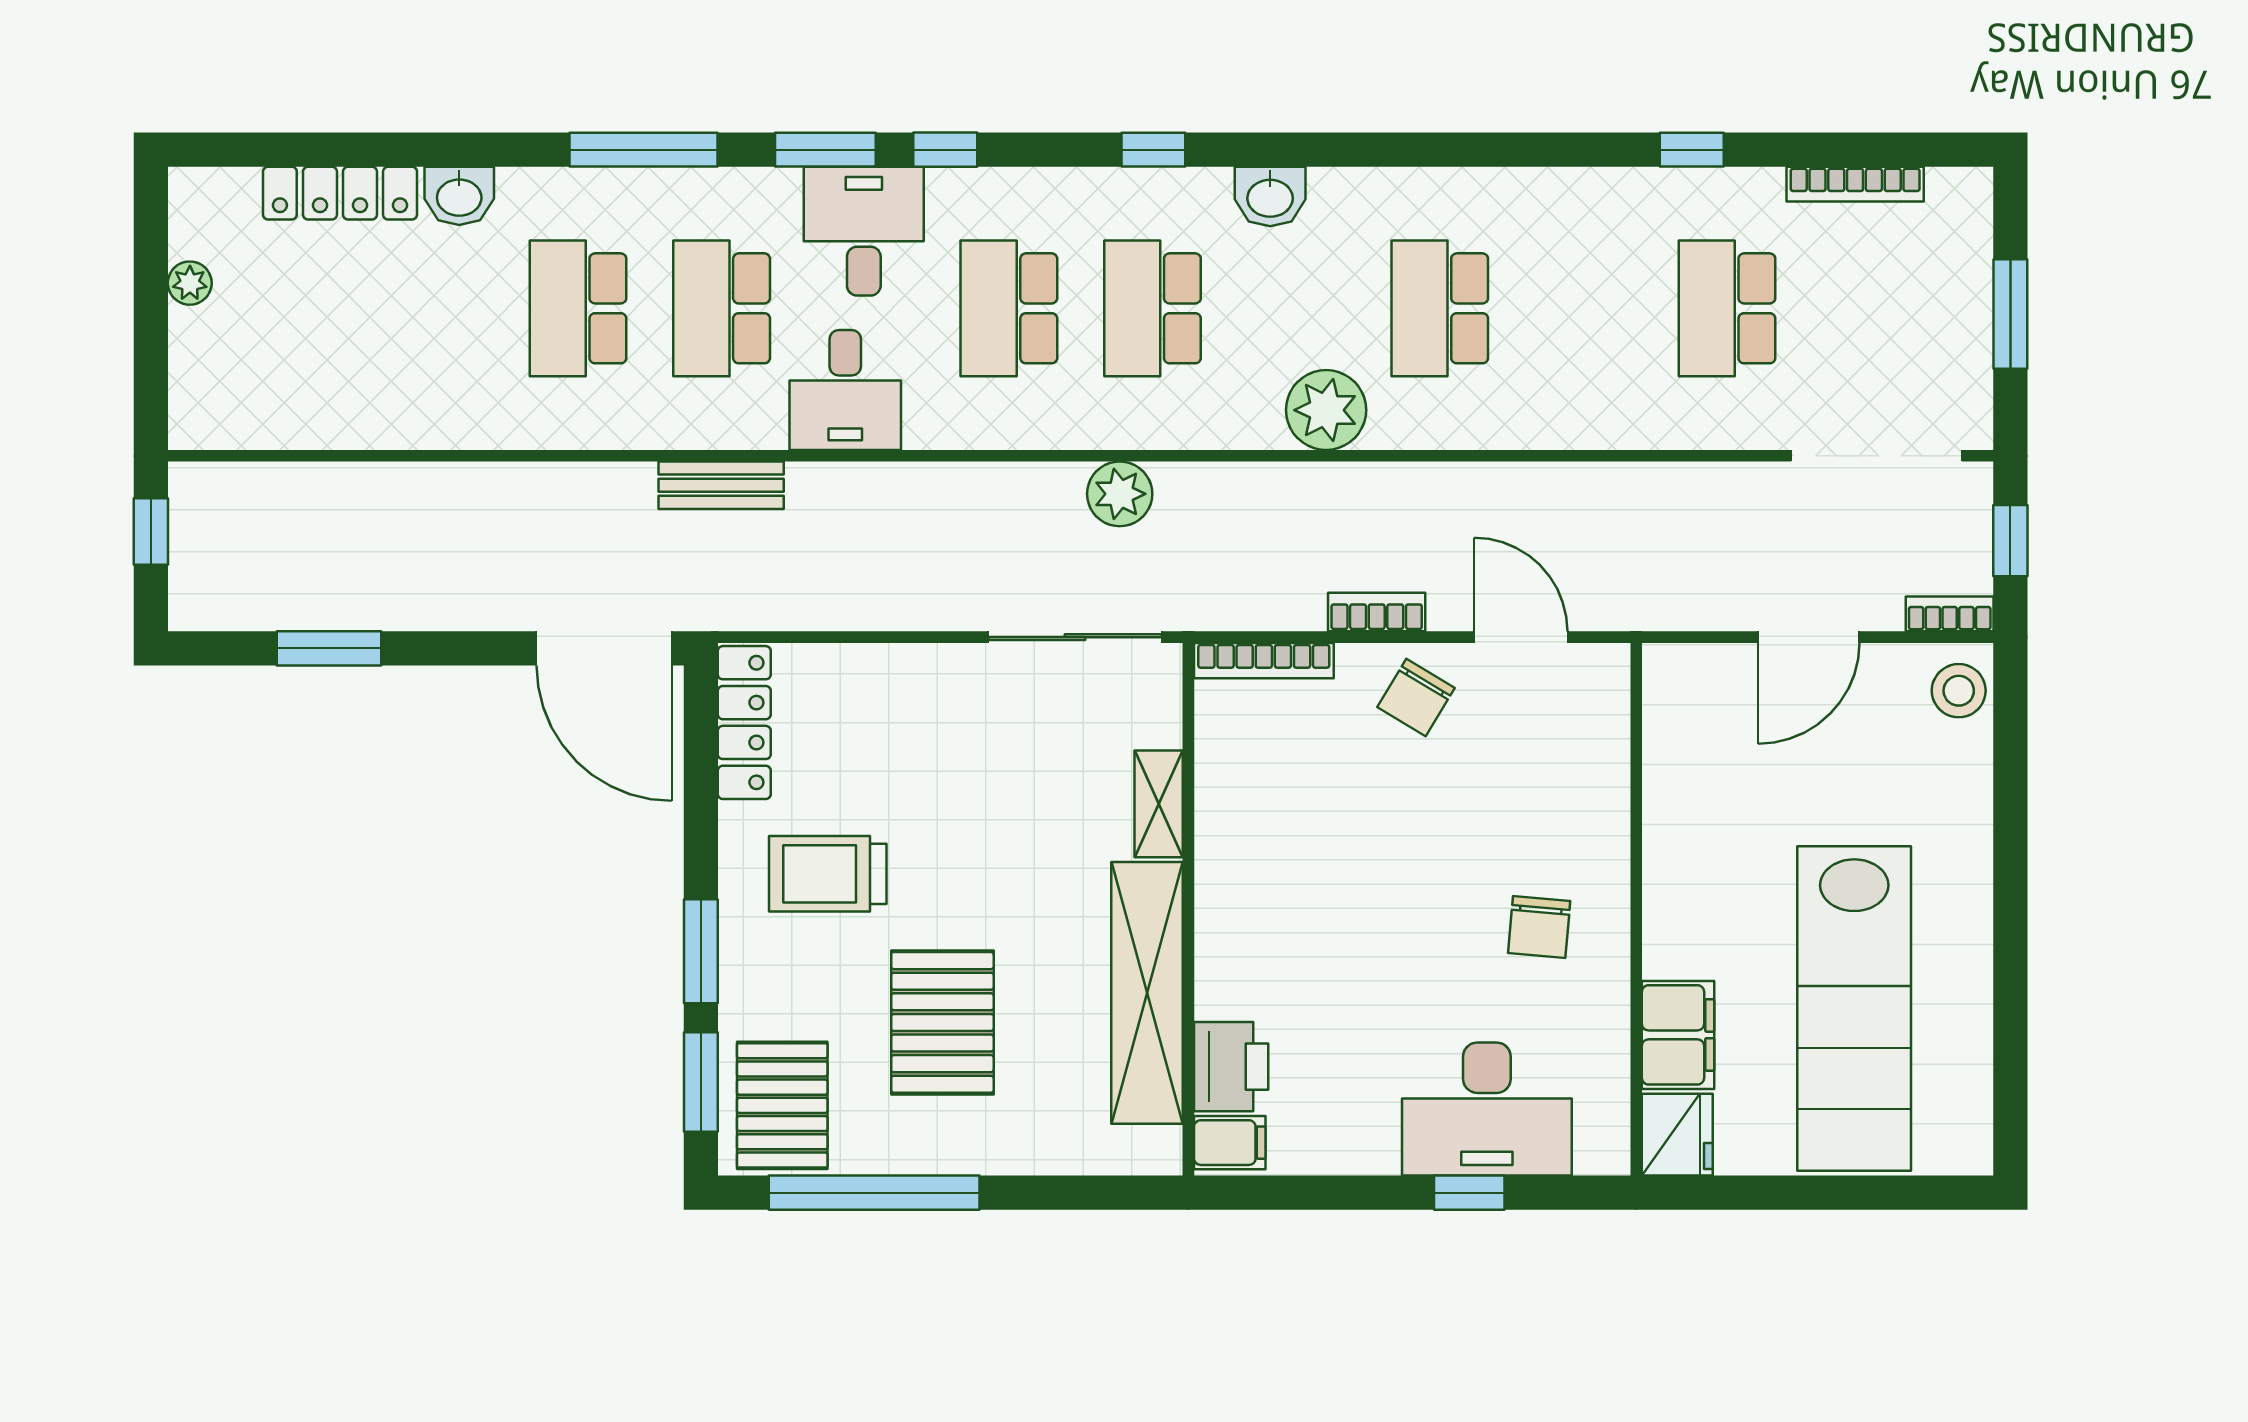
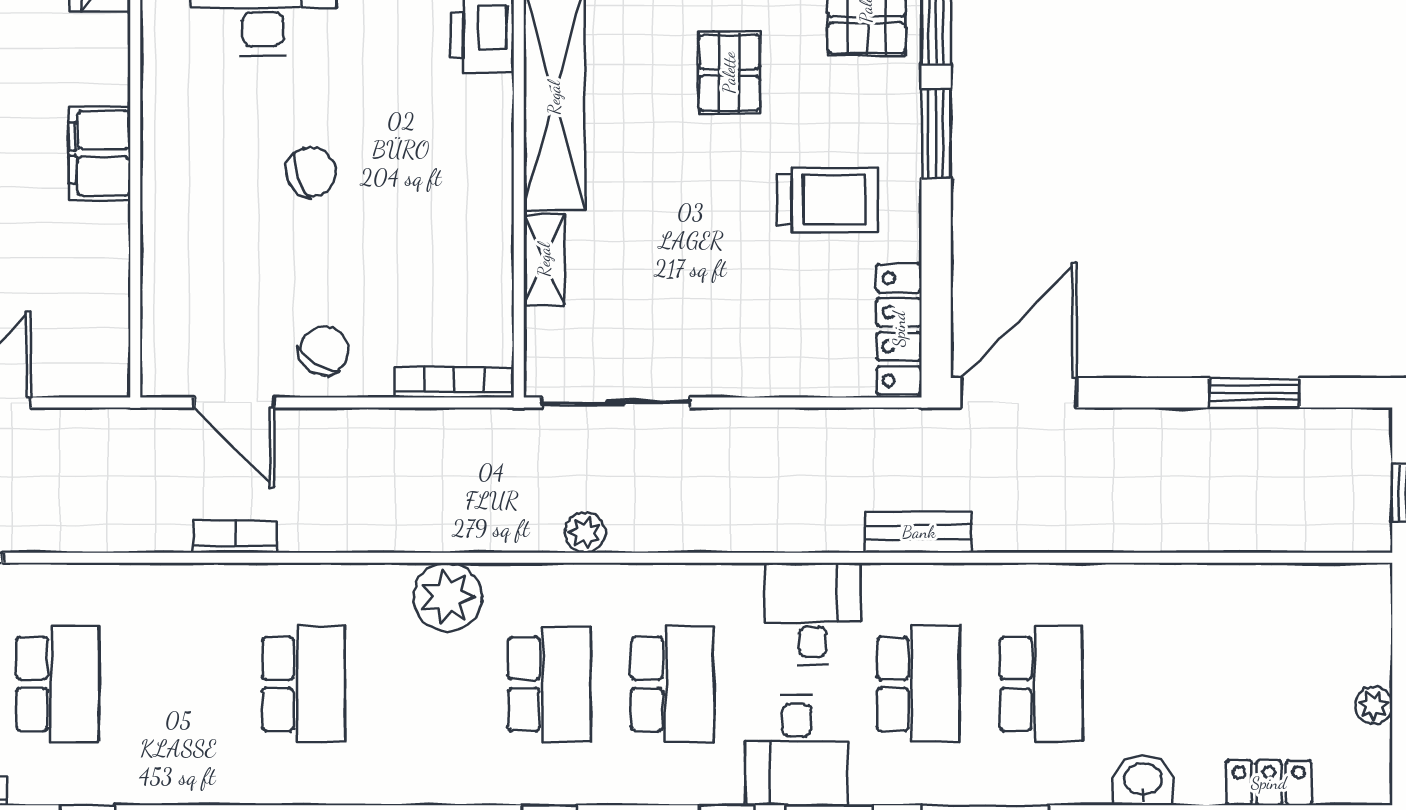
locker: (340, 193) -> (1269, 783), width x0.66
washbasin: (1270, 196) -> (449, 780), removed
plant: (1326, 410) -> (448, 597), moved
plant: (1120, 494) -> (585, 533), width x0.73, depth x0.73
bookcase: (1377, 612) -> (235, 536), moved, turned 180
door: (604, 648) -> (1019, 393), hinge flipped
chair: (1539, 927) -> (311, 172), moved, turned 65
pallet: (942, 1022) -> (729, 73), width x0.67, depth x0.71
filing cabinet: (1678, 1035) -> (100, 153), moved

